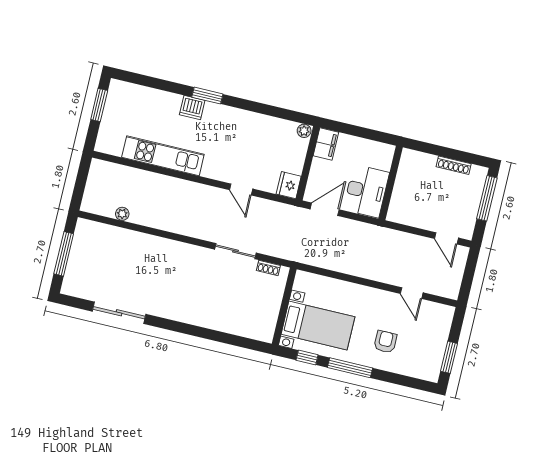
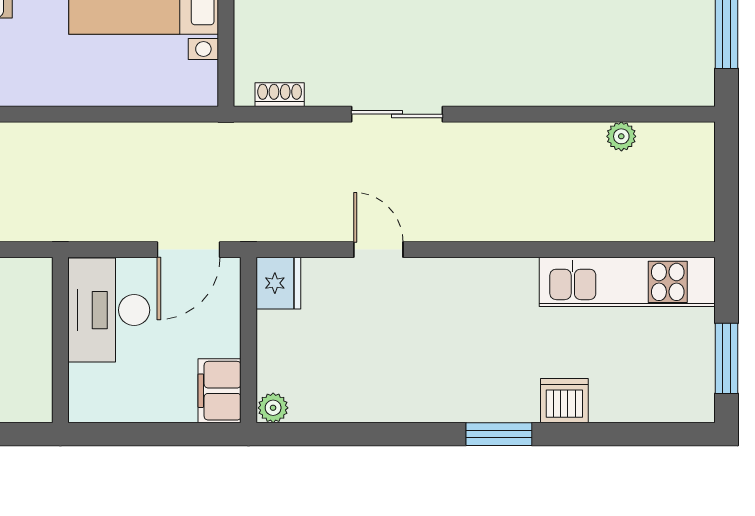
dishwasher: (192, 107) -> (564, 401), moved
kitchen unit: (163, 156) -> (627, 282), moved
sliding door: (235, 251) -> (397, 114), moved

